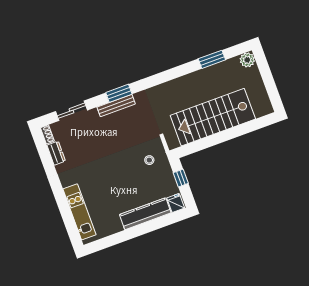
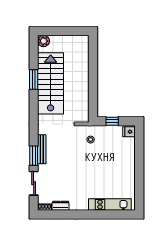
window: (212, 59) -> (34, 79), moved
window: (119, 93) -> (34, 156), moved
stairs: (213, 117) -> (51, 83), moved, turned 180
kitchen counter: (145, 214) -> (129, 157), removed

